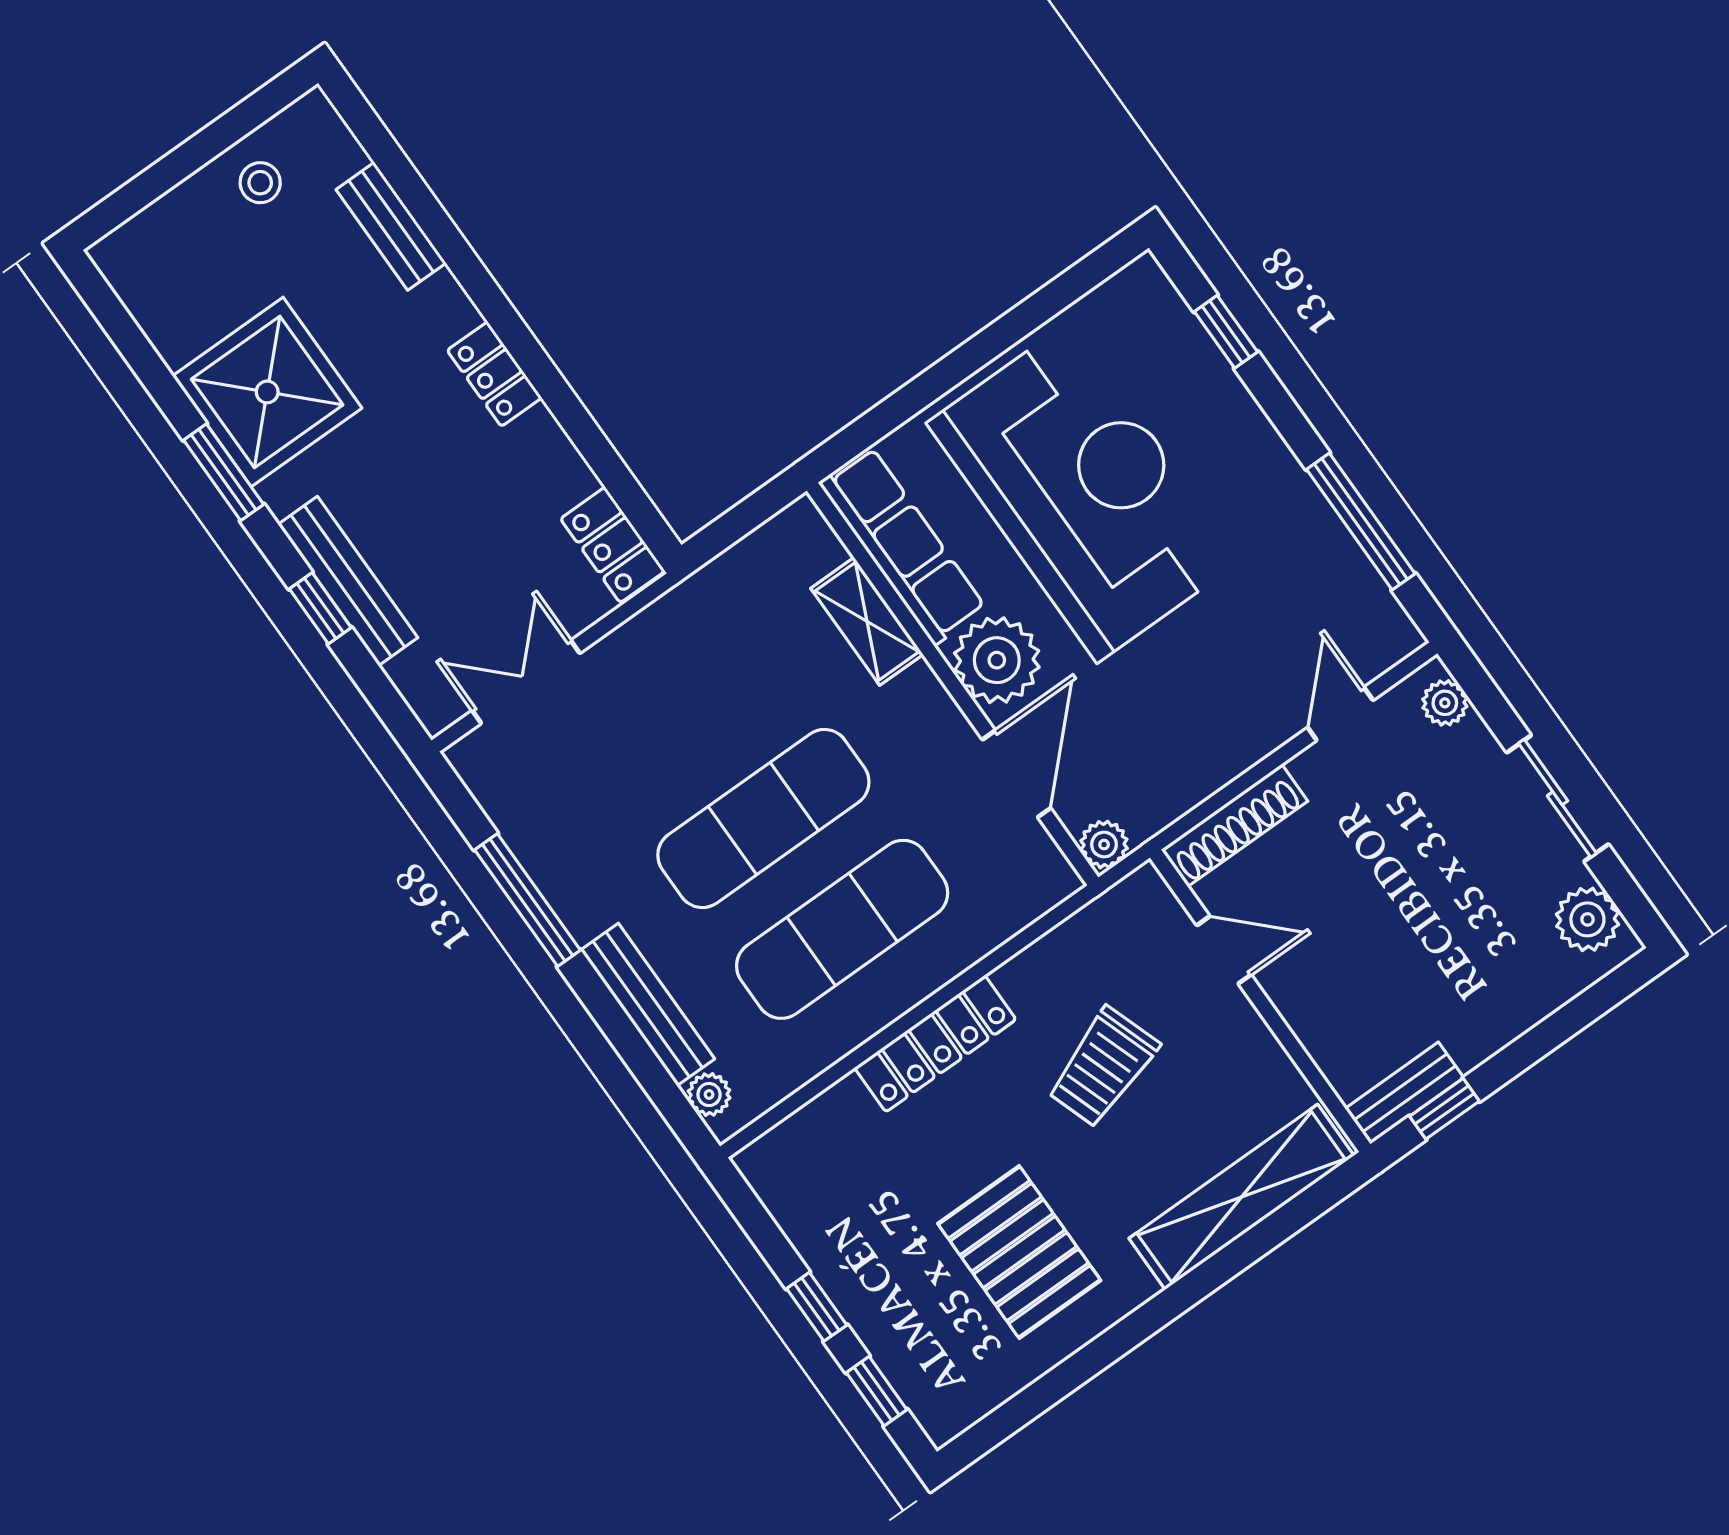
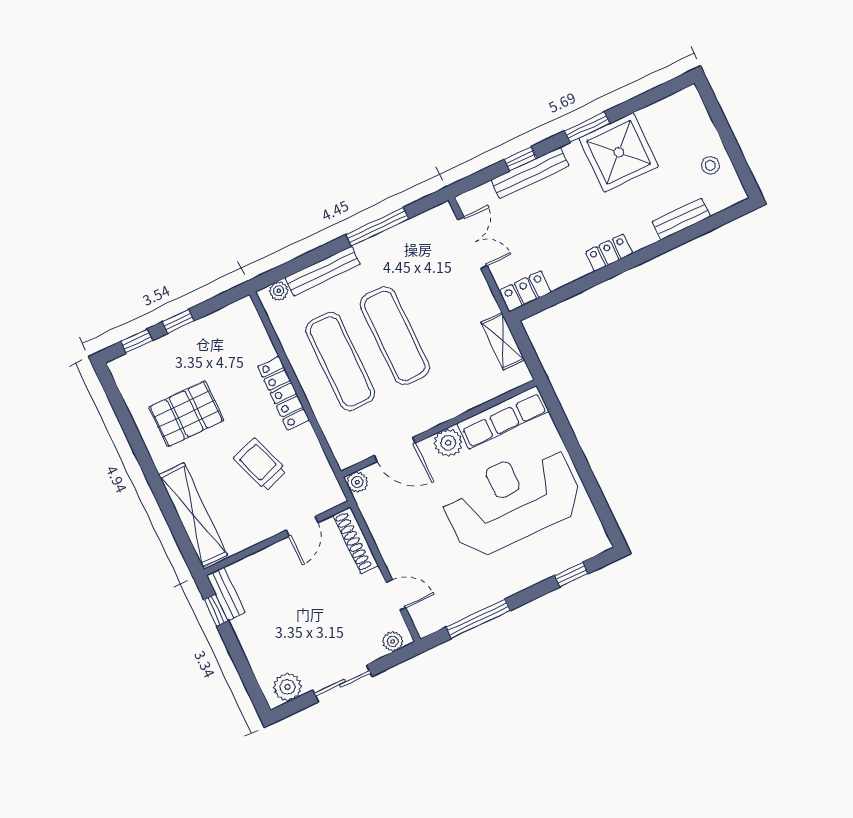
reception desk: (1084, 492) -> (512, 500), turned 180
shelving: (867, 621) -> (503, 341), moved, turned 90
plant: (997, 660) -> (448, 443), width x0.73, depth x0.73

